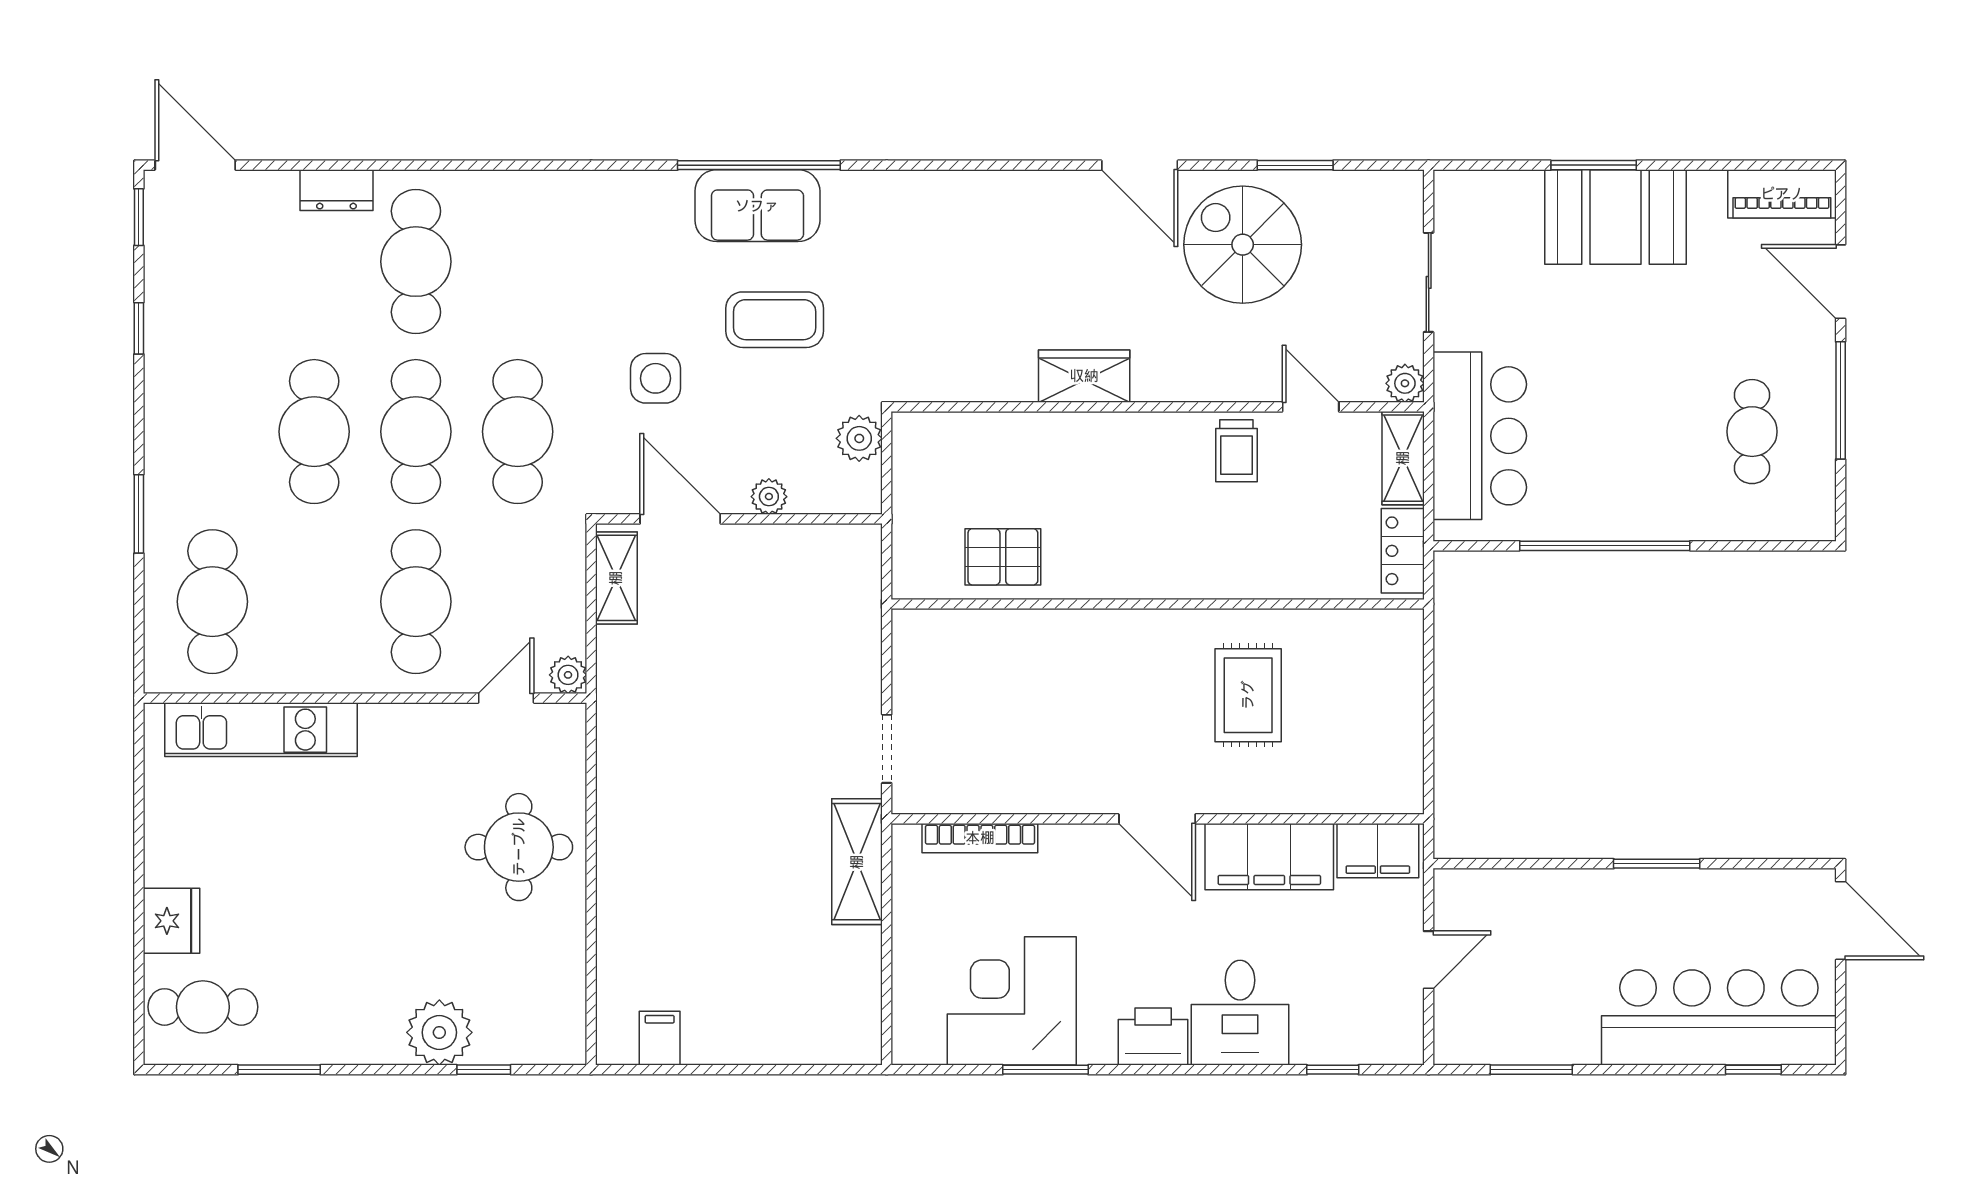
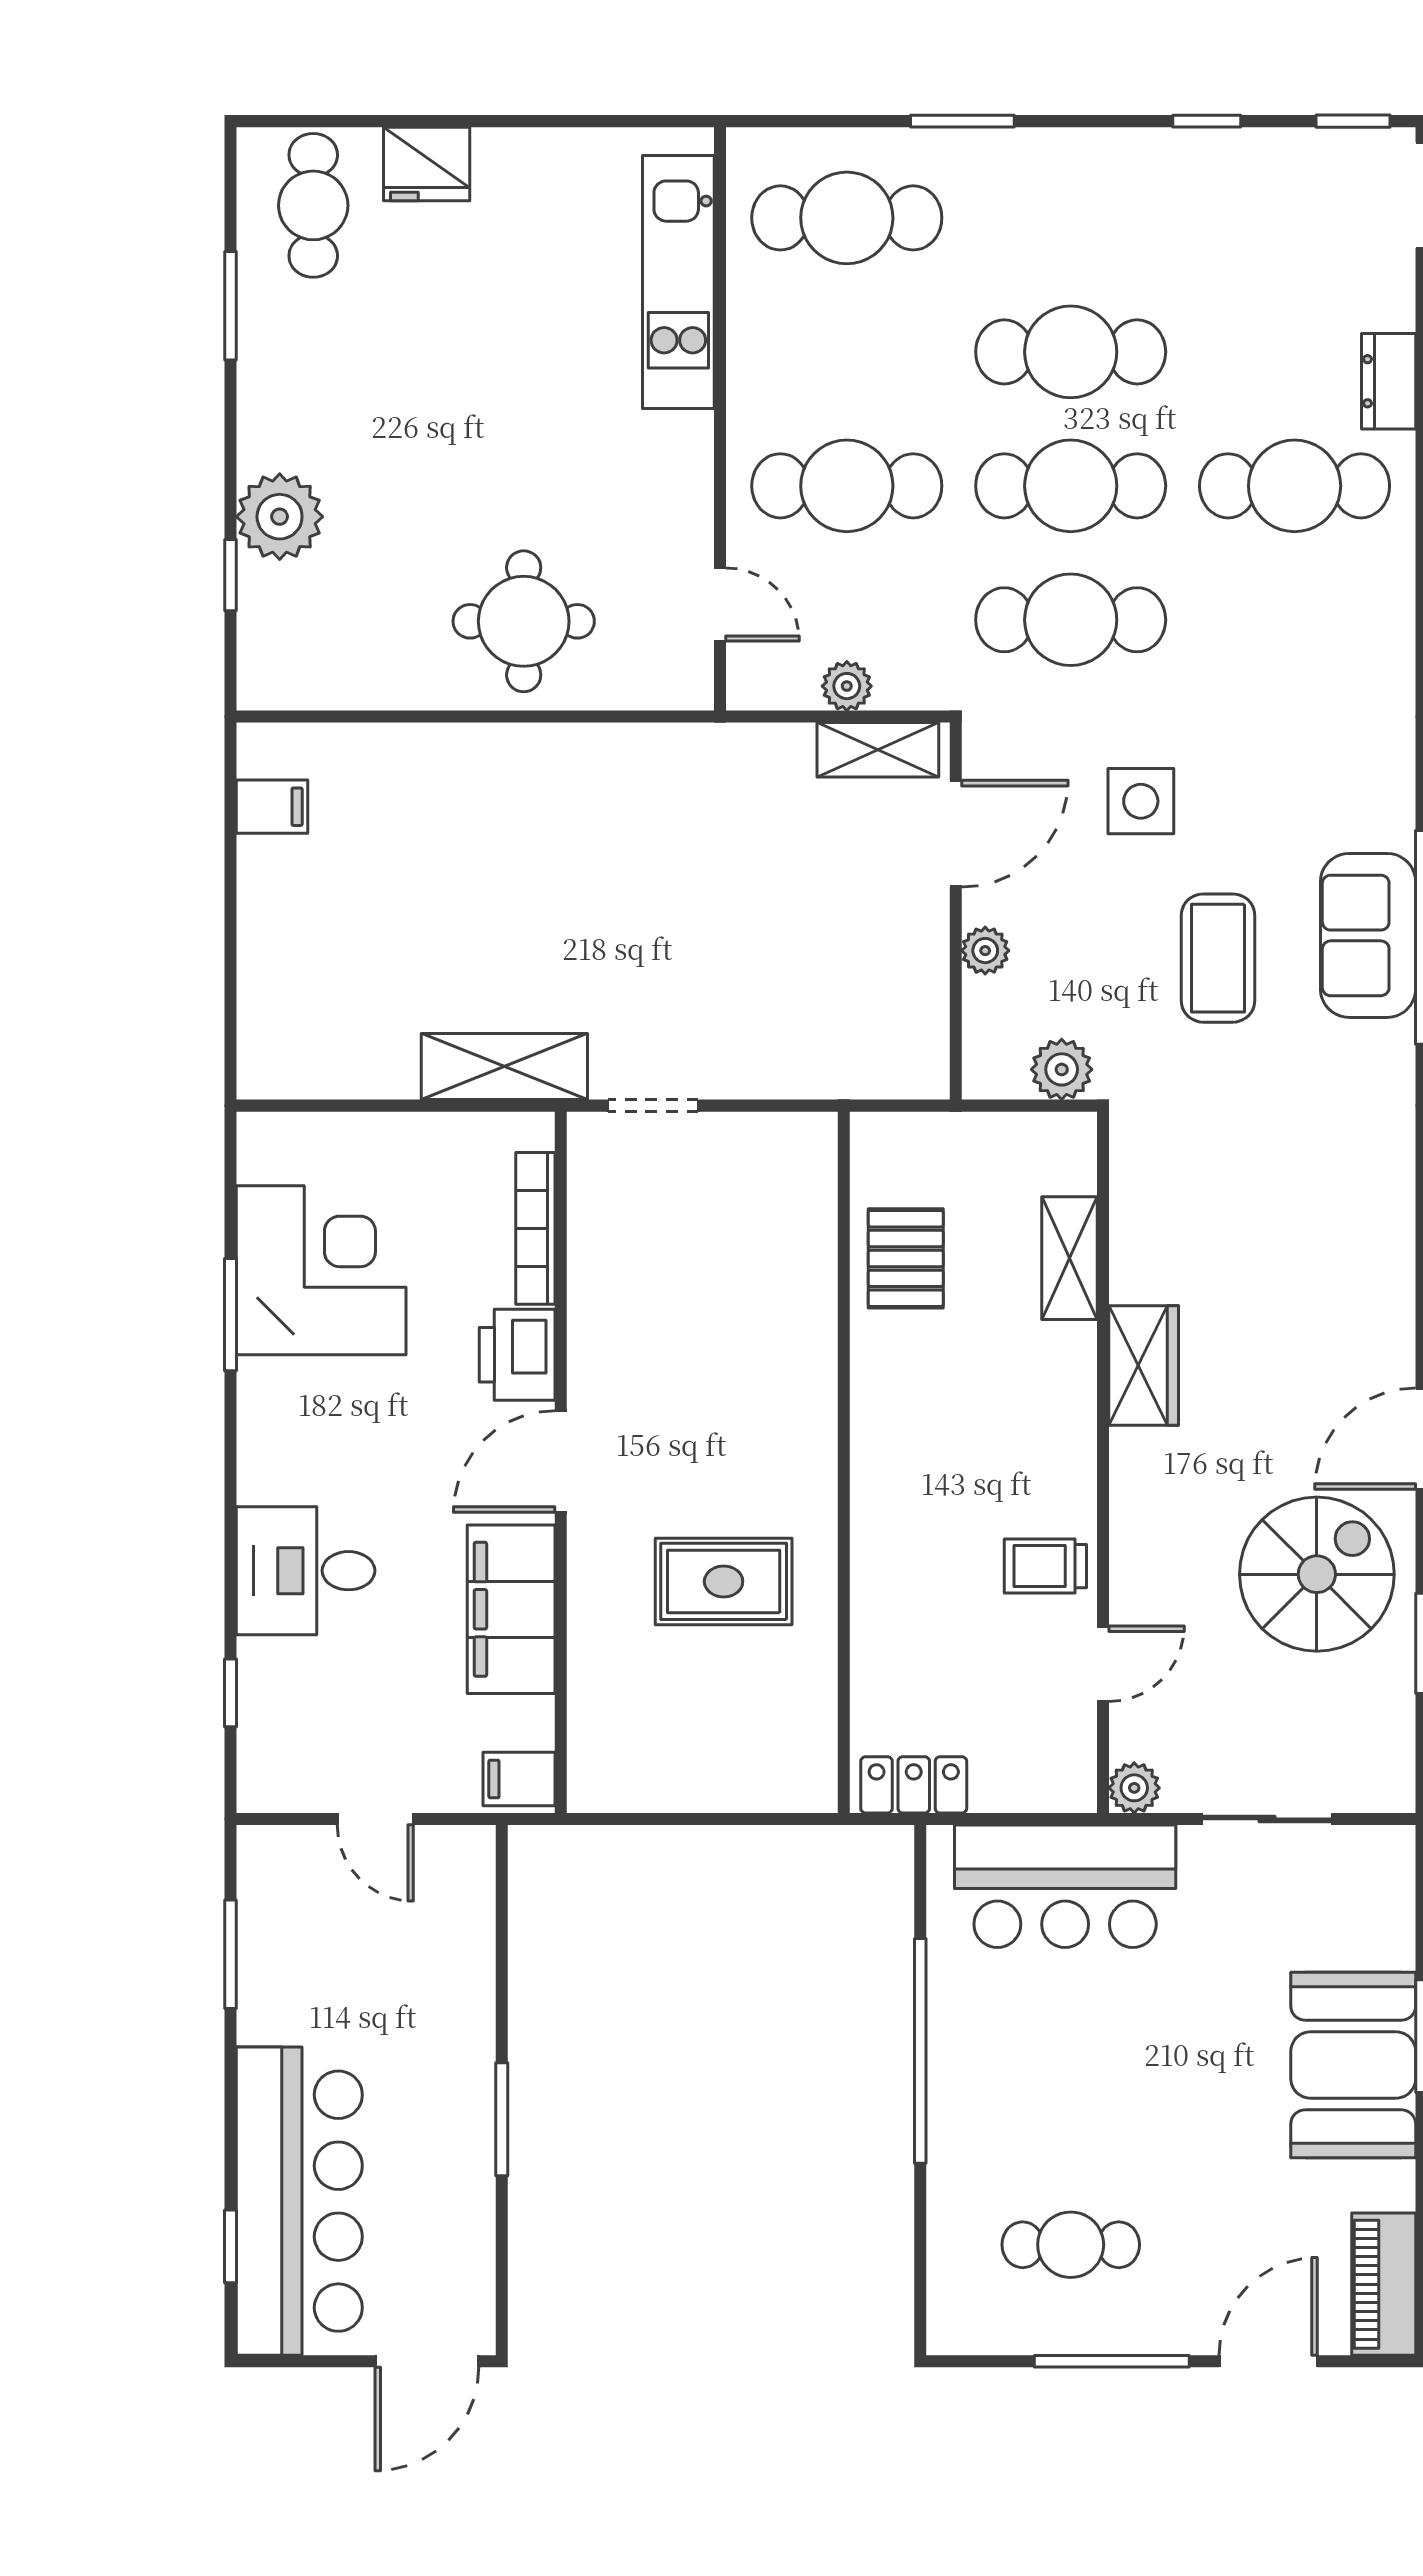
shelving: (1403, 458) -> (1070, 1258), moved, turned 90
plant: (568, 675) -> (847, 686), moved
filing cabinet: (1378, 851) -> (519, 1779), width x0.50
printer: (1153, 1037) -> (517, 1355), moved, turned 180

